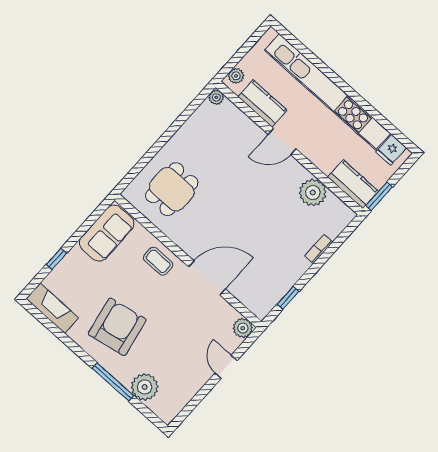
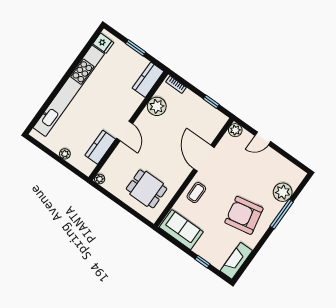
plant: (216, 97) -> (100, 179), moved
kitchen counter: (262, 103) -> (100, 147), moved
door: (282, 142) -> (125, 131), moved
wall: (289, 148) -> (128, 126), moved
kitchen counter: (353, 184) -> (148, 80), moved
plant: (313, 192) -> (157, 106), moved

